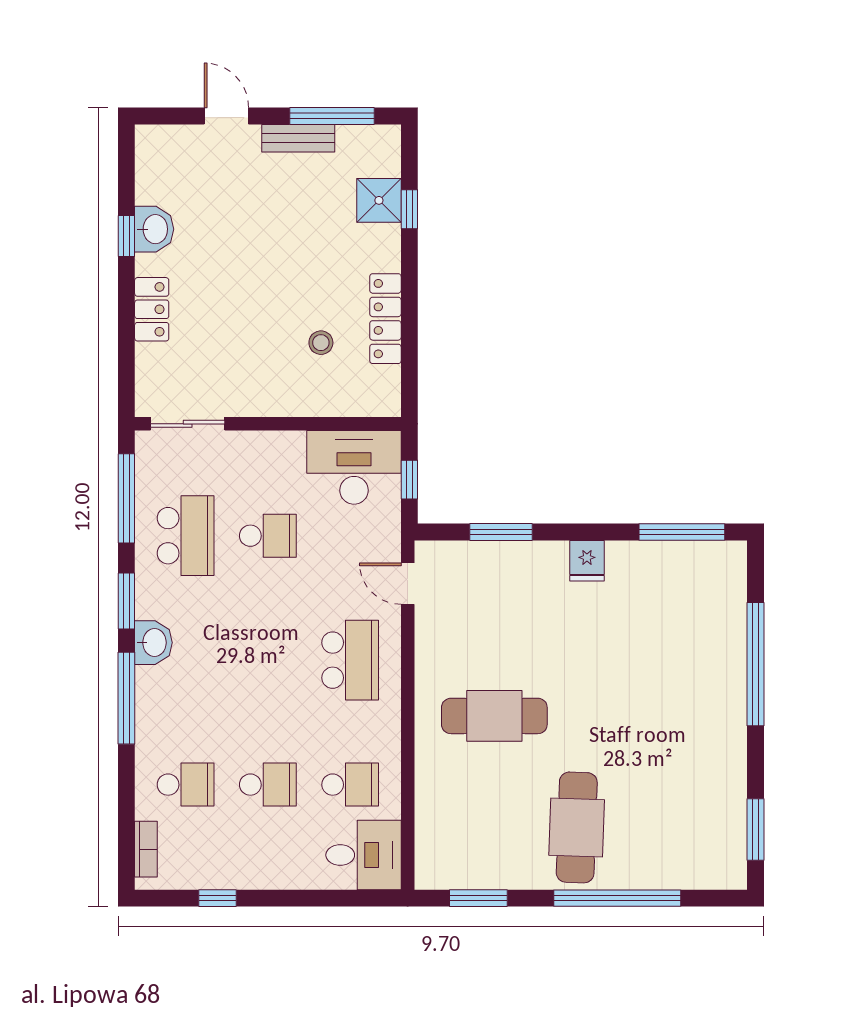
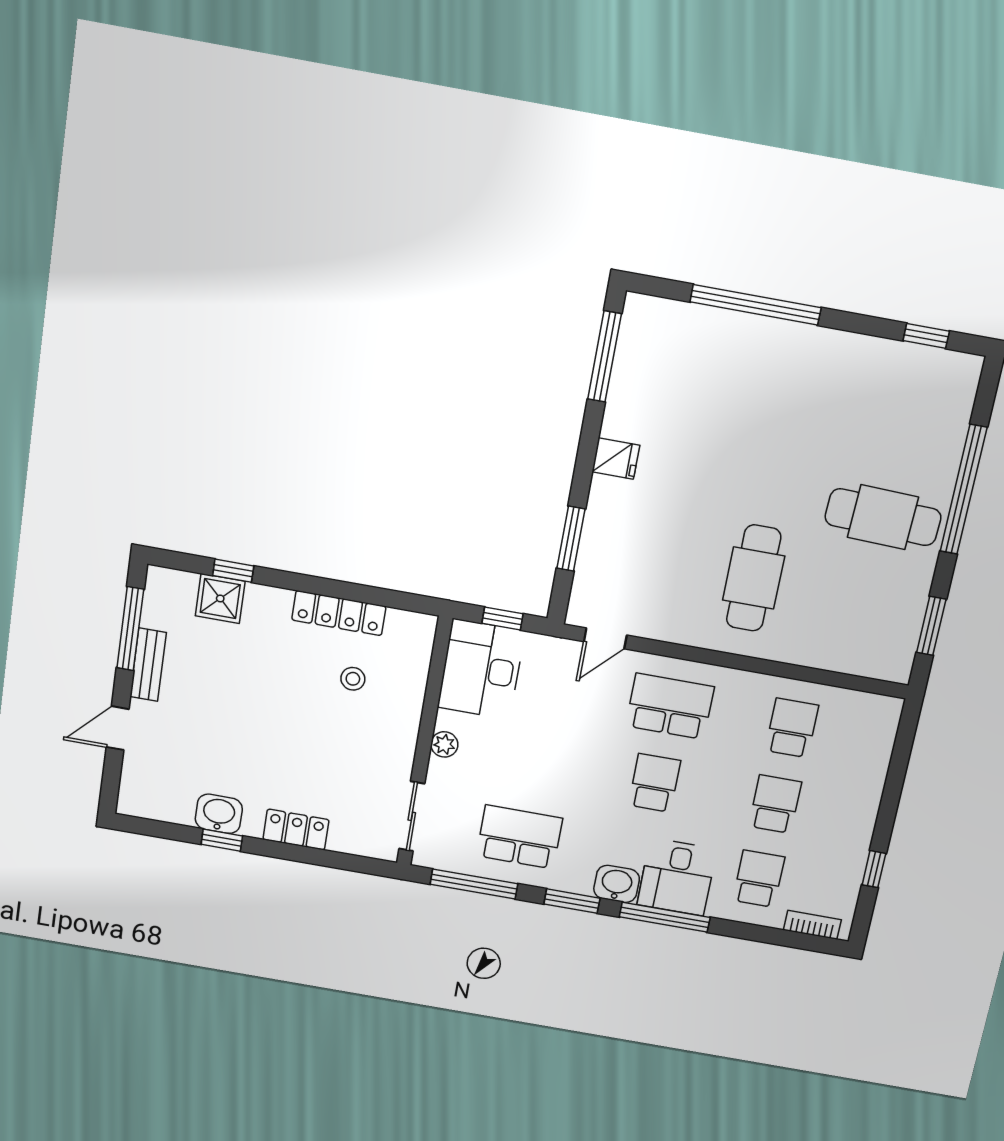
plant: (270, 444) -> (444, 744), added
school desk: (268, 536) -> (654, 783), moved
window: (755, 830) -> (926, 336), width x0.67
desk: (363, 855) -> (677, 877), moved, turned 180

